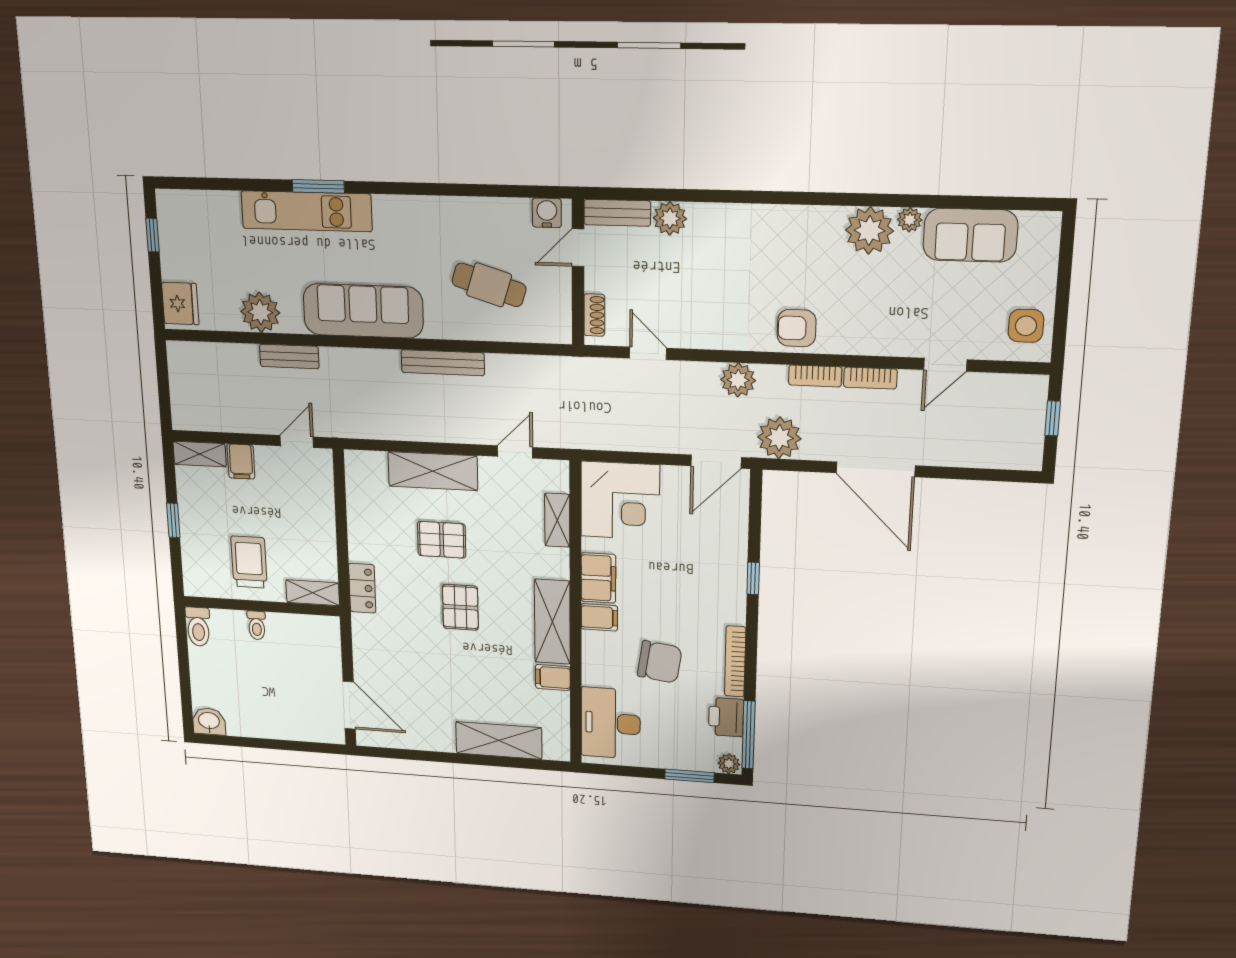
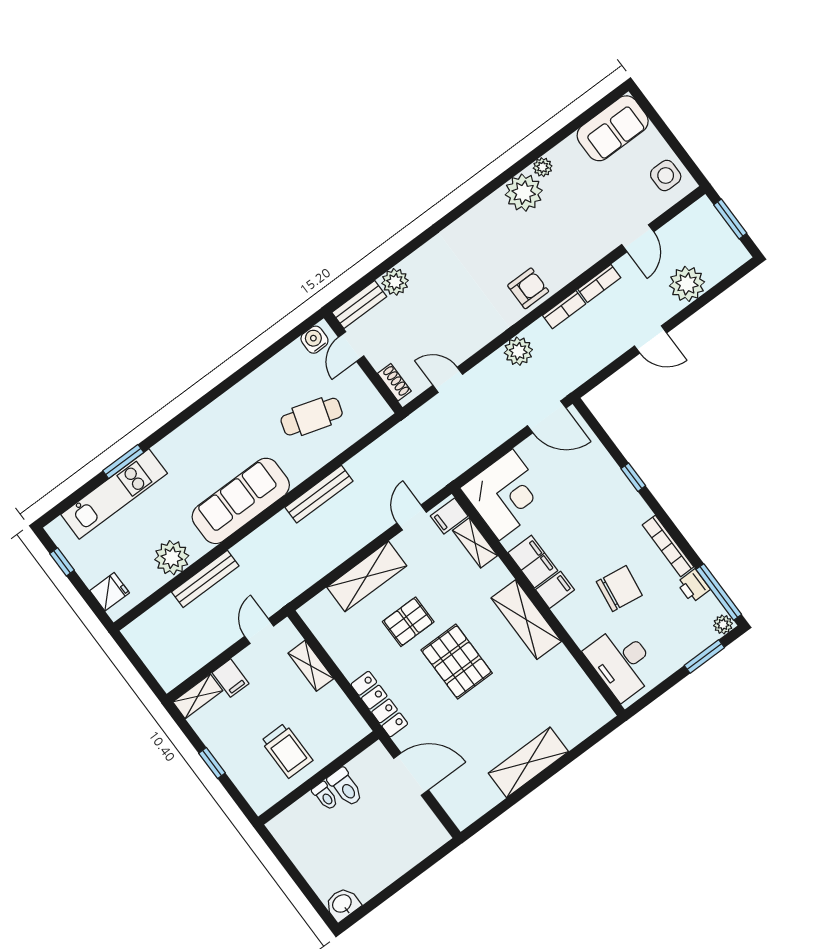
window: (318, 186) -> (123, 462), moved
kitchen unit: (306, 211) -> (114, 494), moved
sofa: (970, 235) -> (613, 128), moved
fridge: (180, 304) -> (110, 592), width x0.72
armchair: (797, 328) -> (528, 288), turned 180
bench: (289, 356) -> (205, 579), width x1.36
window: (1053, 418) -> (730, 219), width x1.50
plant: (779, 438) -> (687, 284), moved
door: (716, 462) -> (547, 417), hinge flipped
door: (876, 469) -> (651, 339), width x0.53
trolley: (249, 562) -> (287, 751), turned 180
locker: (362, 588) -> (379, 704), width x1.53
shelving: (313, 593) -> (311, 666), moved, turned 90
pallet: (460, 607) -> (457, 662), width x1.50, depth x1.42
toilet: (198, 627) -> (345, 787), moved
filing cabinet: (553, 677) -> (449, 516), moved
door: (349, 705) -> (411, 774), moved
printer: (726, 717) -> (693, 586), width x0.73, depth x0.81
shelving: (499, 740) -> (528, 762), moved

